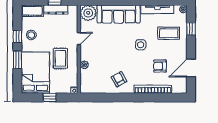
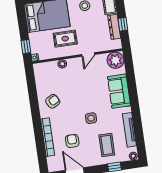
sofa: (119, 14) -> (119, 91), width x0.73
door: (79, 39) -> (88, 55), hinge flipped
window: (50, 97) -> (26, 47), moved

